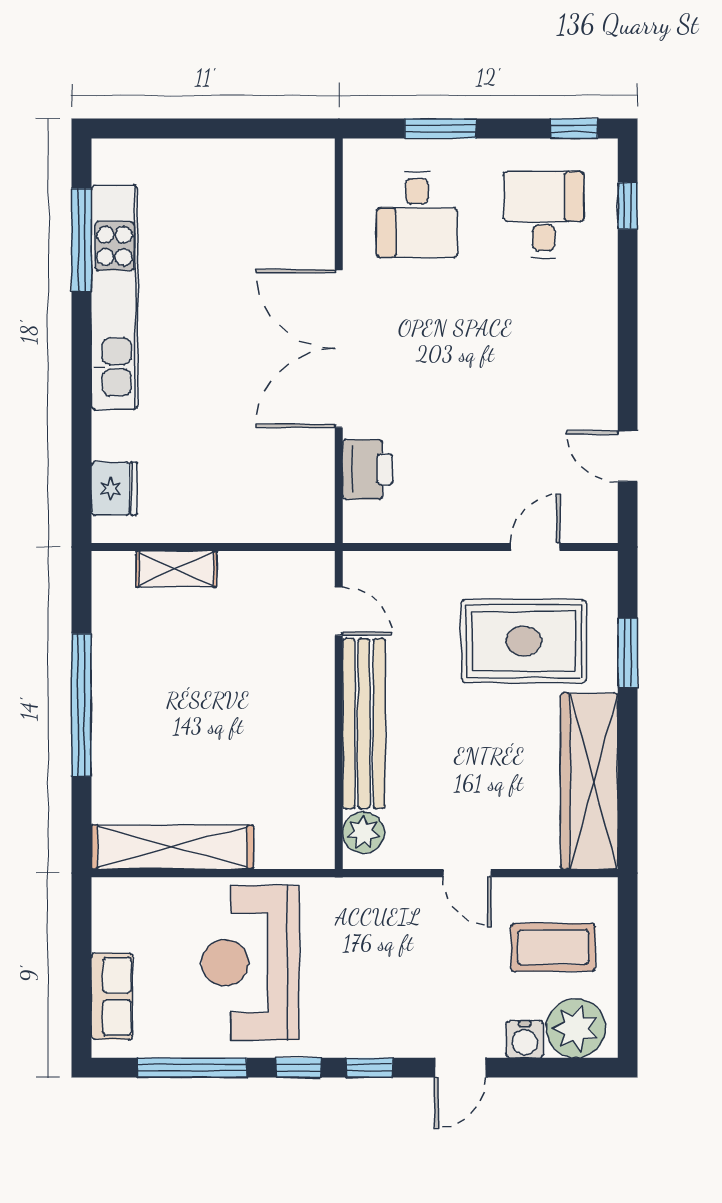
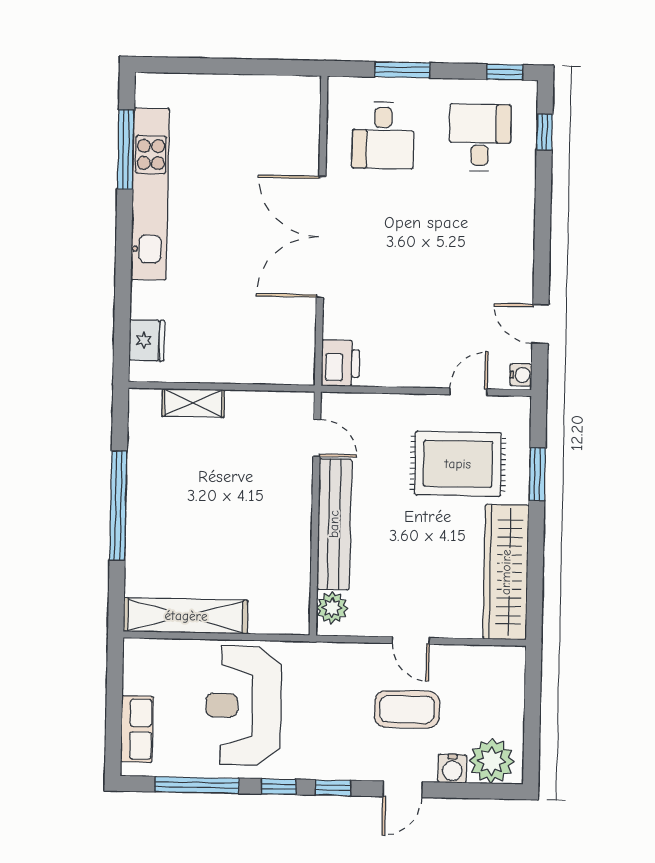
printer: (368, 469) -> (340, 363), moved
water cooler: (604, 523) -> (521, 375), added
coffee table: (553, 947) -> (407, 709), moved

